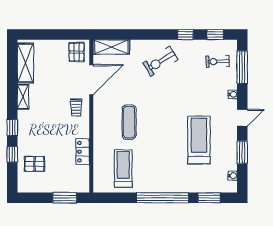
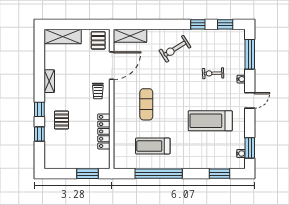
exercise bike: (218, 61) -> (213, 73), moved
shelving: (25, 63) -> (63, 36), moved, turned 90
treadmill: (199, 140) -> (210, 121), turned -90
locker: (83, 152) -> (104, 131), width x1.53
window: (242, 152) -> (250, 148), moved
pallet: (35, 164) -> (61, 120), moved, turned 90
treadmill: (123, 169) -> (153, 146), moved, turned -90
window: (163, 198) -> (159, 174), moved

